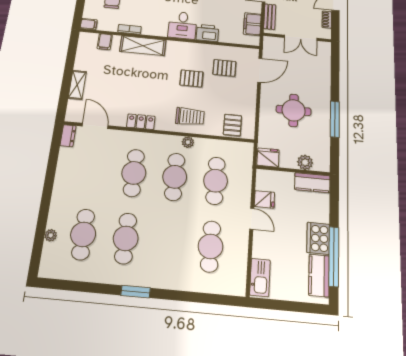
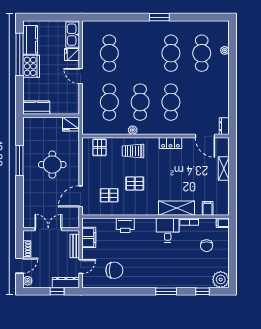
desk: (183, 25) -> (168, 230), moved
plant: (305, 162) -> (42, 123), removed
fridge: (264, 199) -> (72, 55), moved

